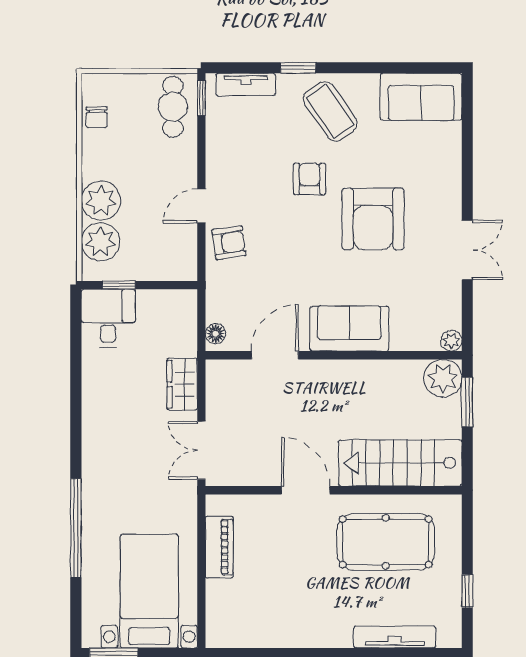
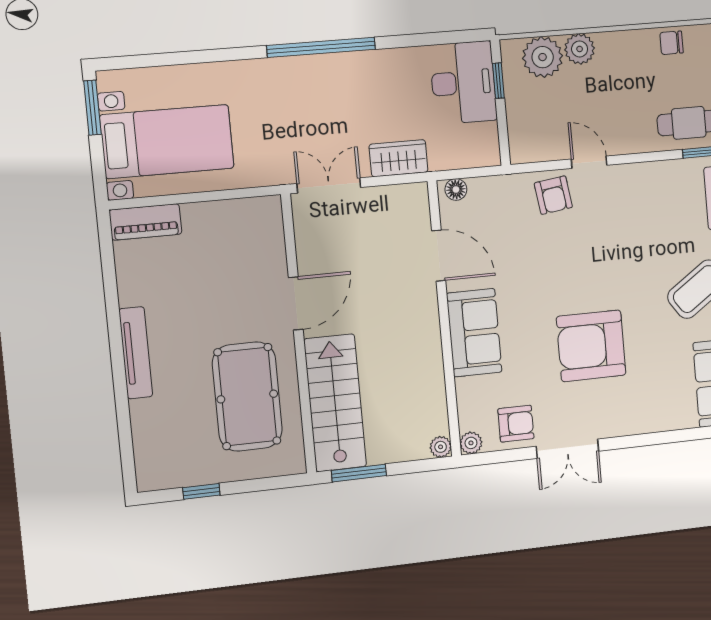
armchair: (310, 179) -> (516, 424), moved
plant: (101, 201) -> (580, 49), width x0.73, depth x0.73
desk: (108, 318) -> (463, 83), width x1.37
plant: (443, 378) -> (441, 447), width x0.53, depth x0.53
window: (467, 402) -> (359, 473), moved
window: (76, 528) -> (321, 47), moved
piano: (219, 547) -> (145, 222), moved
tv unit: (395, 637) -> (136, 353), moved

